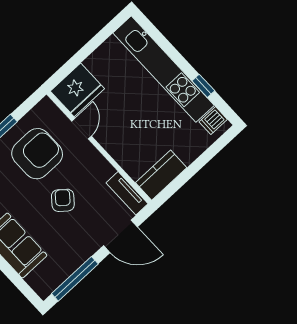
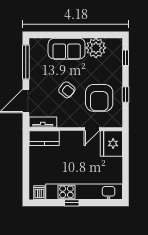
window: (203, 86) -> (72, 203), moved
door: (82, 129) -> (92, 129), hinge flipped
kitchen counter: (161, 175) -> (44, 138), moved, turned 90

